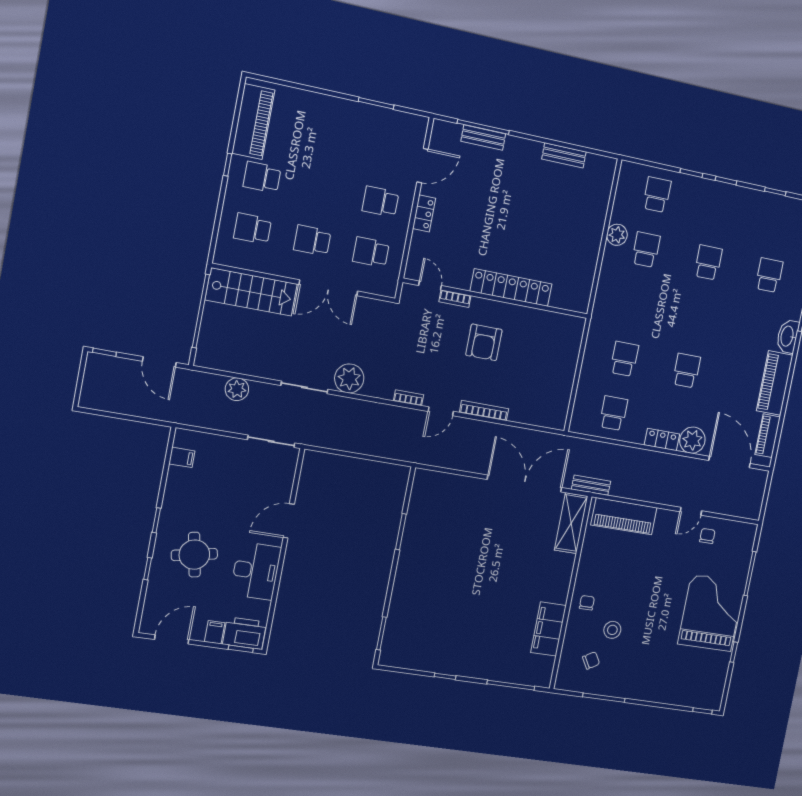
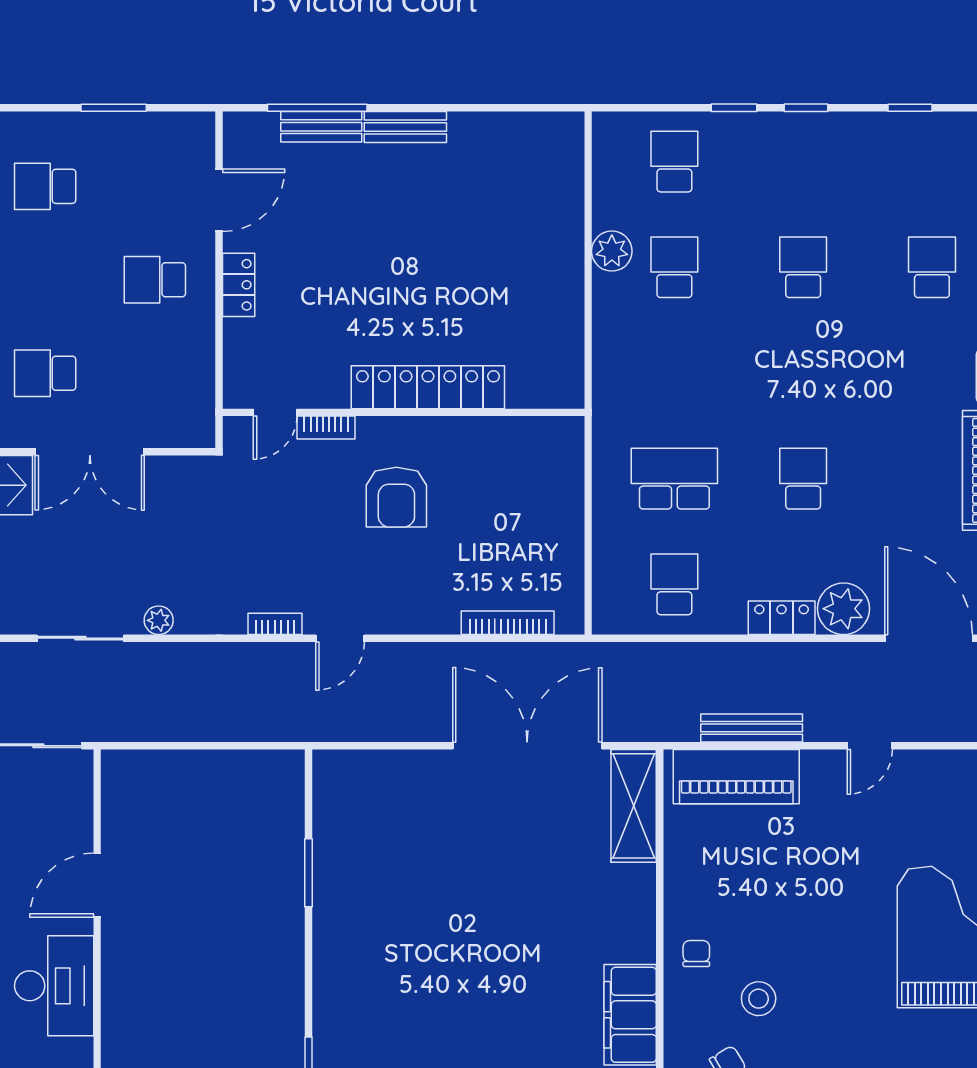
bench: (564, 155) -> (405, 127), moved
school desk: (371, 252) -> (45, 186), moved
door: (430, 286) -> (275, 412), swing flipped
school desk: (624, 359) -> (674, 479), width x1.85
plant: (349, 378) -> (159, 620), width x0.53, depth x0.53
bookcase: (484, 411) -> (508, 623), moved
bench: (591, 485) -> (752, 728), moved, width x1.36
chair: (707, 536) -> (914, 788), removed

